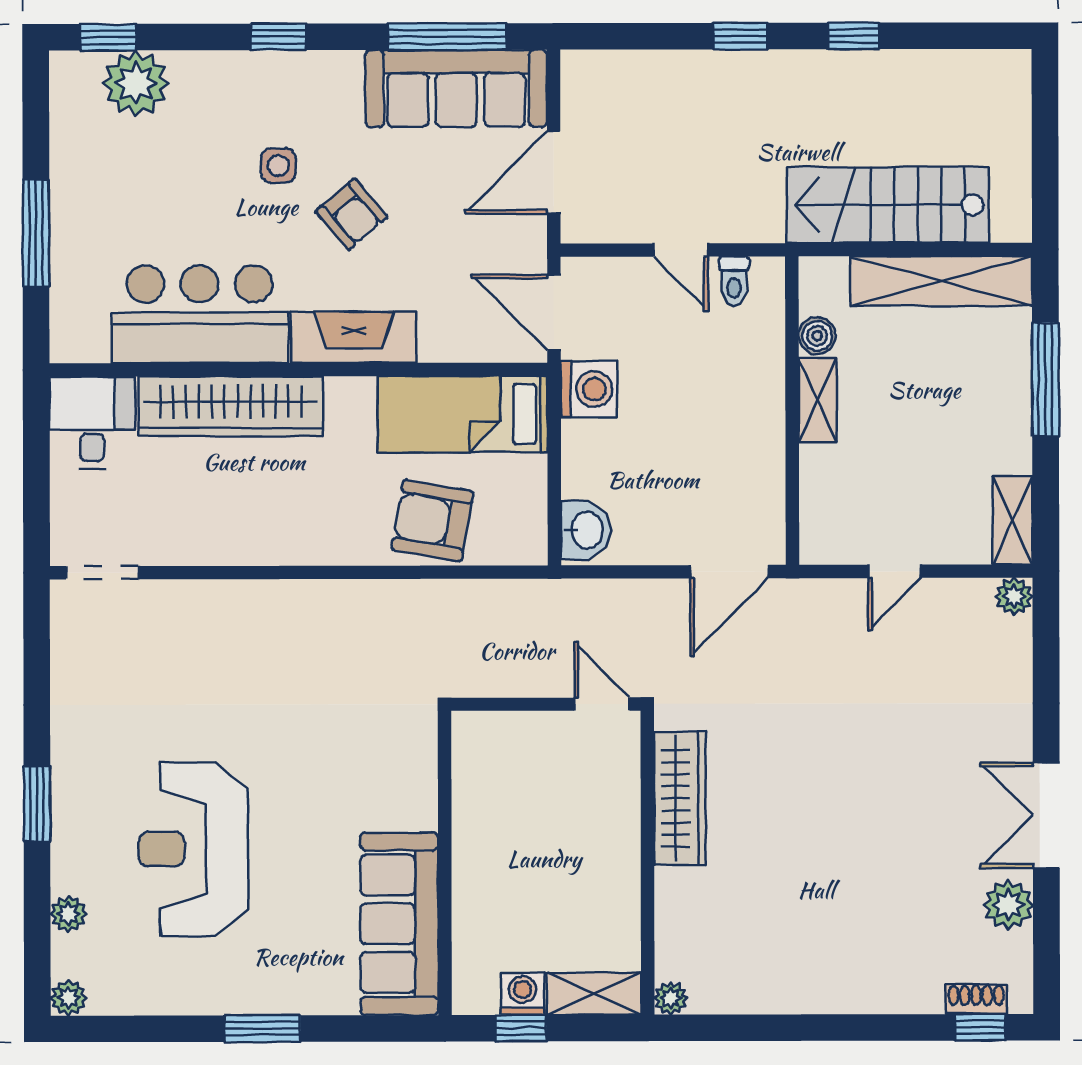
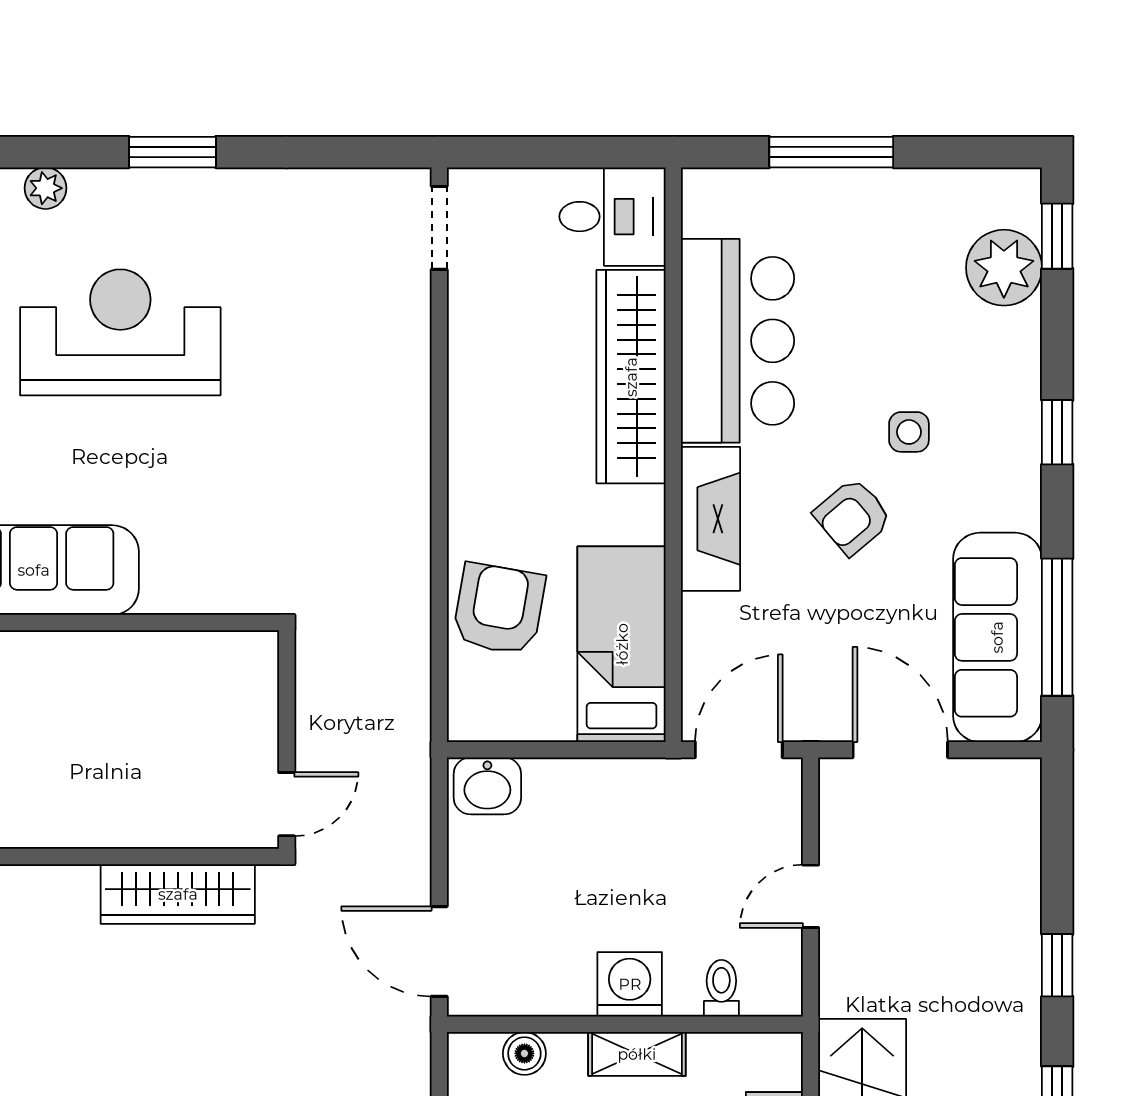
toilet: (734, 281) -> (721, 988), moved, turned 90
boiler: (817, 336) -> (524, 1053), moved
washing machine: (589, 389) -> (630, 984), moved, turned 180

